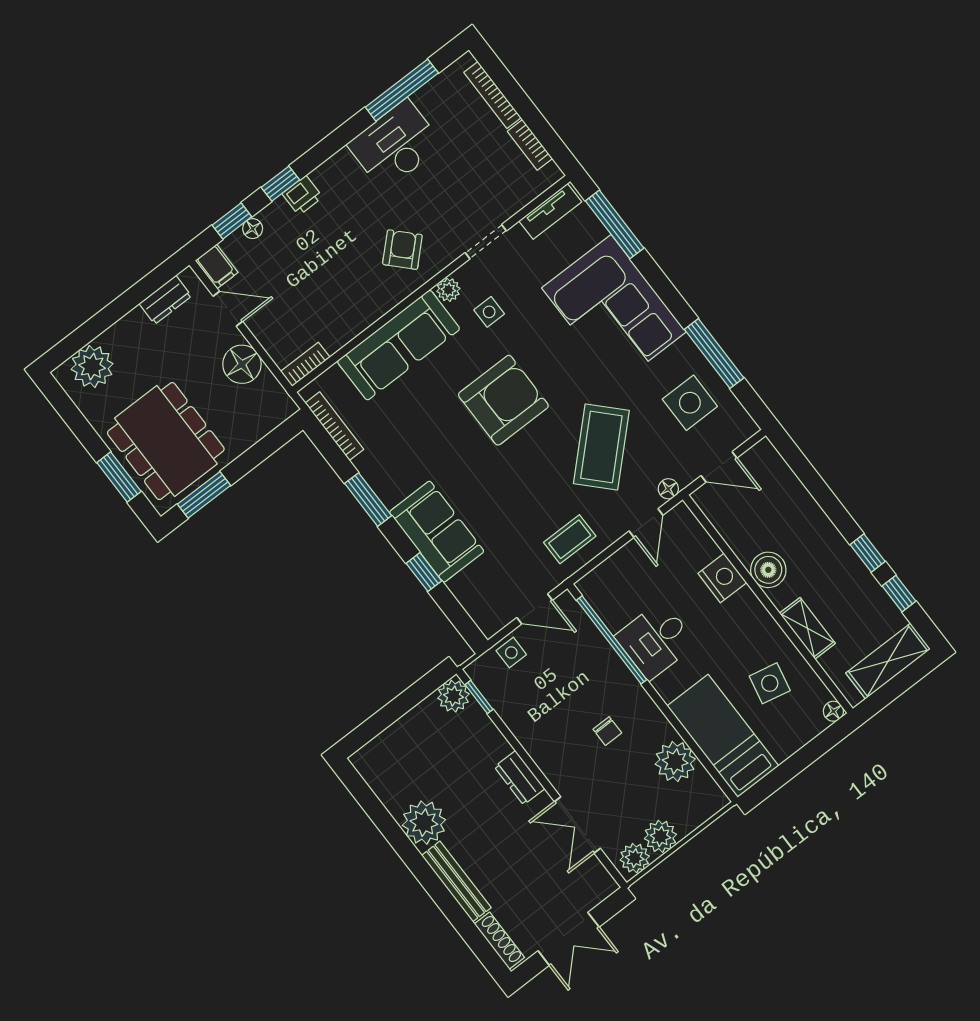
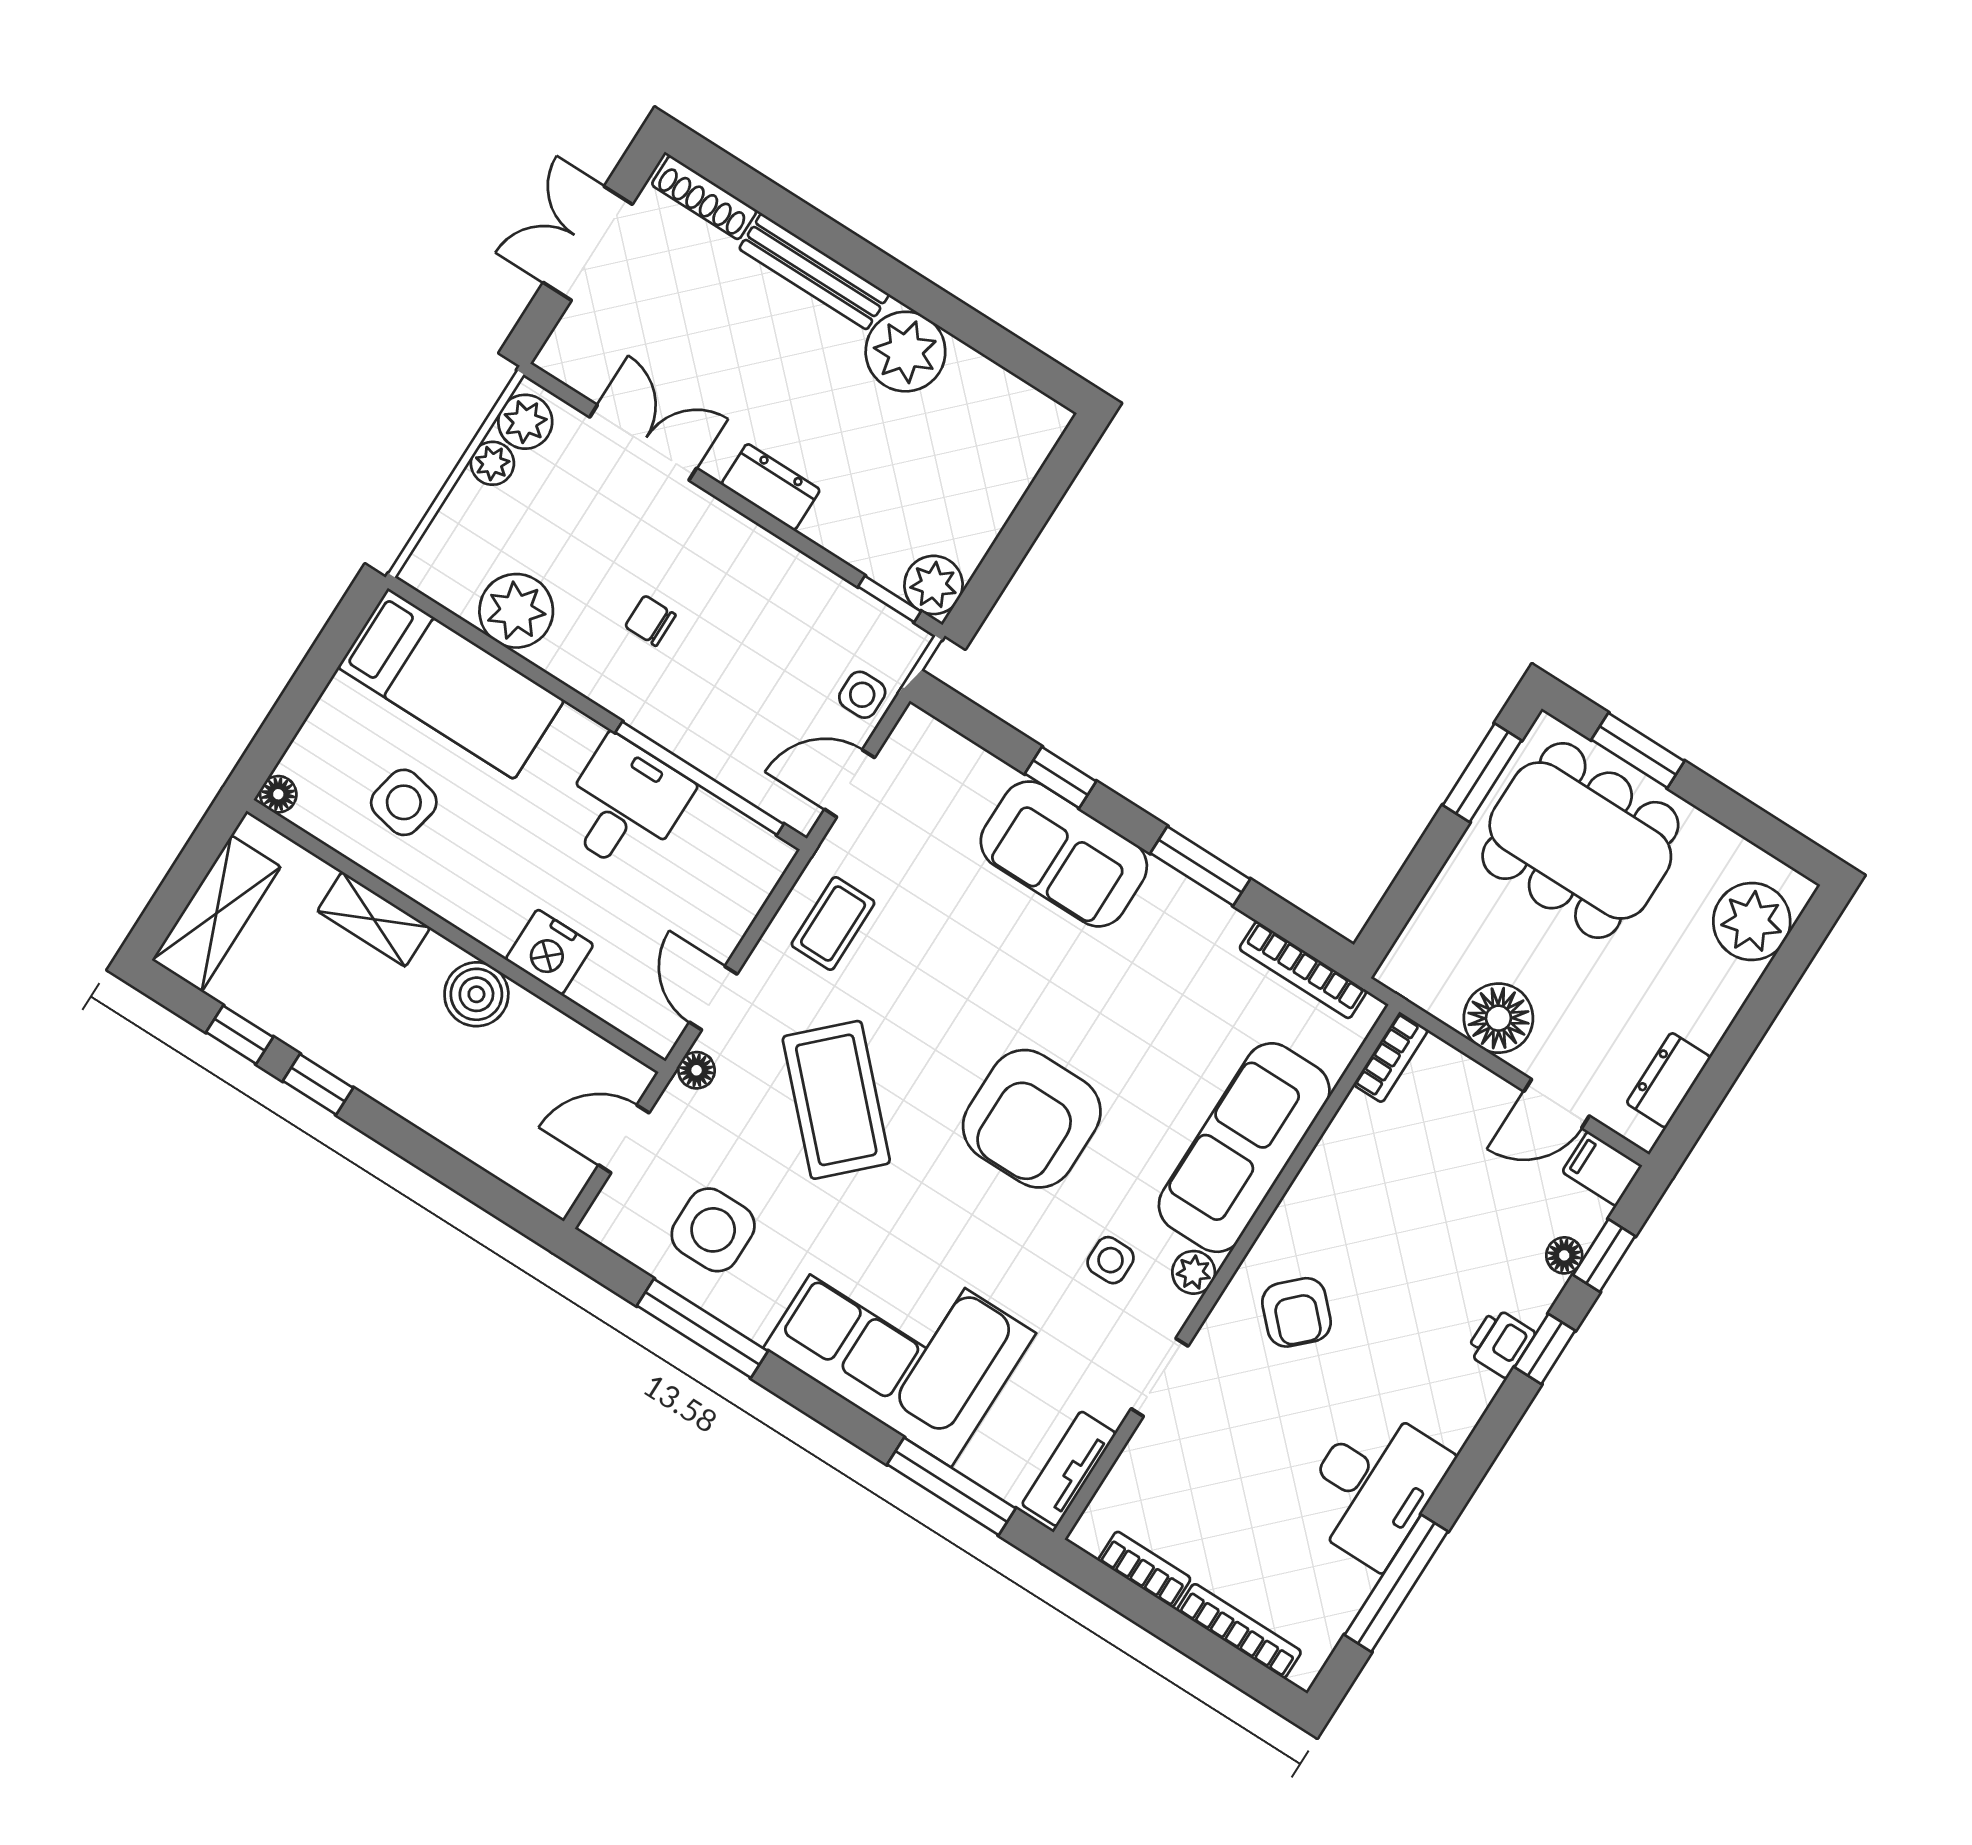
plant: (660, 836) -> (492, 463), width x0.73, depth x0.73

